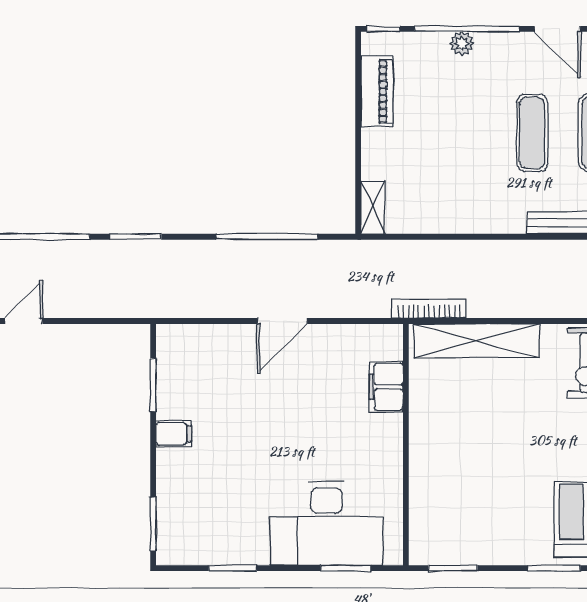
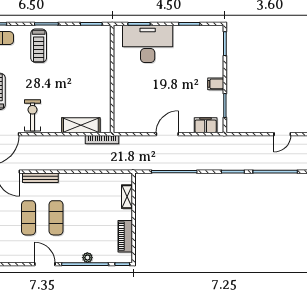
shelving: (373, 207) -> (127, 197), moved
shelving: (476, 341) -> (81, 125), width x0.68
filing cabinet: (386, 387) -> (206, 125), moved, turned -90

